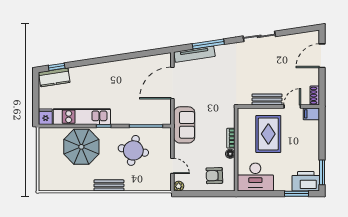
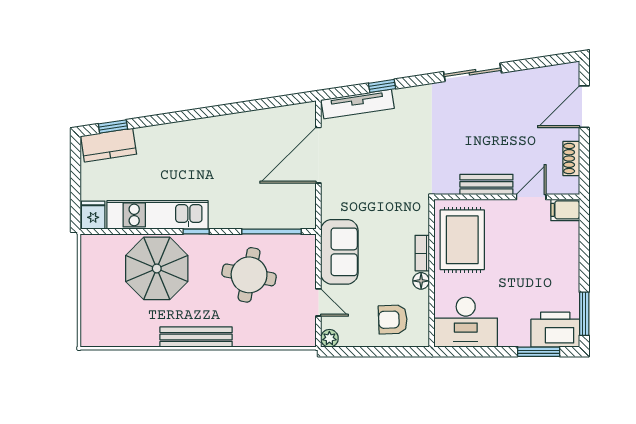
window: (208, 44) -> (382, 86), width x0.46
shoe rack: (315, 96) -> (571, 159), moved
sofa: (184, 125) -> (339, 252), moved
rug: (268, 134) -> (462, 240), moved
bench: (109, 185) -> (196, 337), width x1.36

